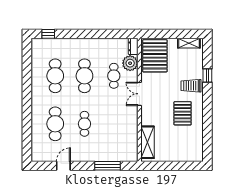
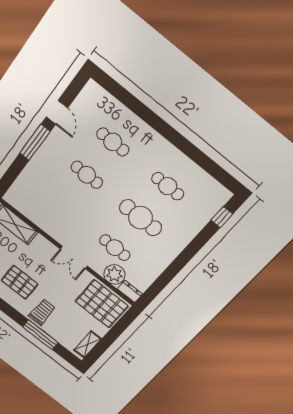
window: (207, 75) -> (40, 335), width x2.17
cafe table: (55, 76) -> (168, 186), width x0.73, depth x0.74
double door: (139, 94) -> (74, 257), swing flipped
cafe table: (55, 124) -> (113, 142), width x0.73, depth x0.74
window: (107, 166) -> (35, 142), moved

